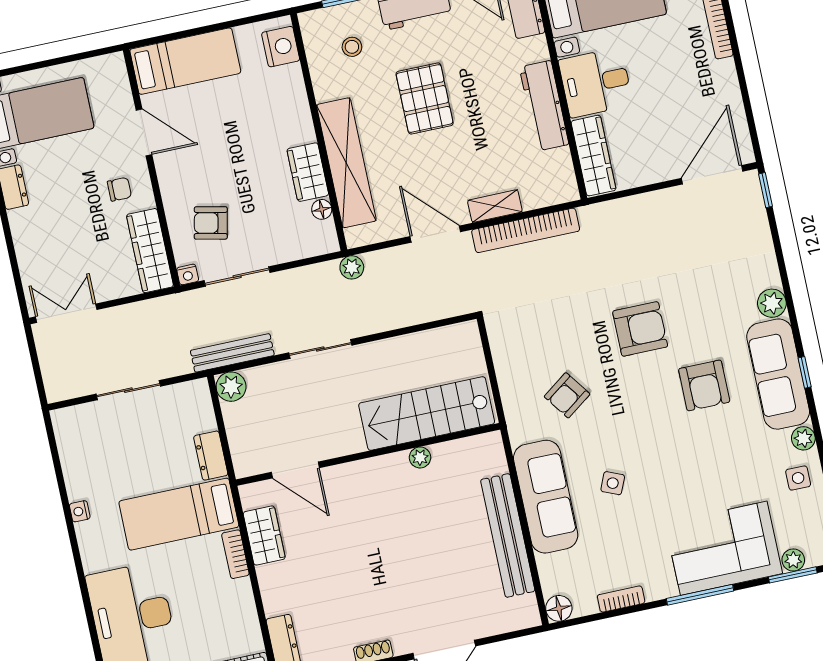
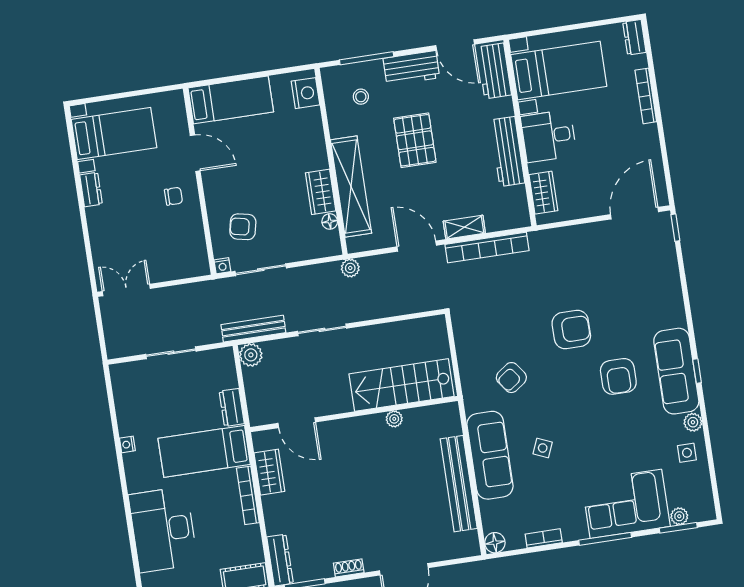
wardrobe: (593, 156) -> (543, 193), width x0.67
wardrobe: (150, 251) -> (194, 245), removed
plant: (772, 303) -> (675, 316), removed
bookcase: (235, 554) -> (248, 495), width x1.56

